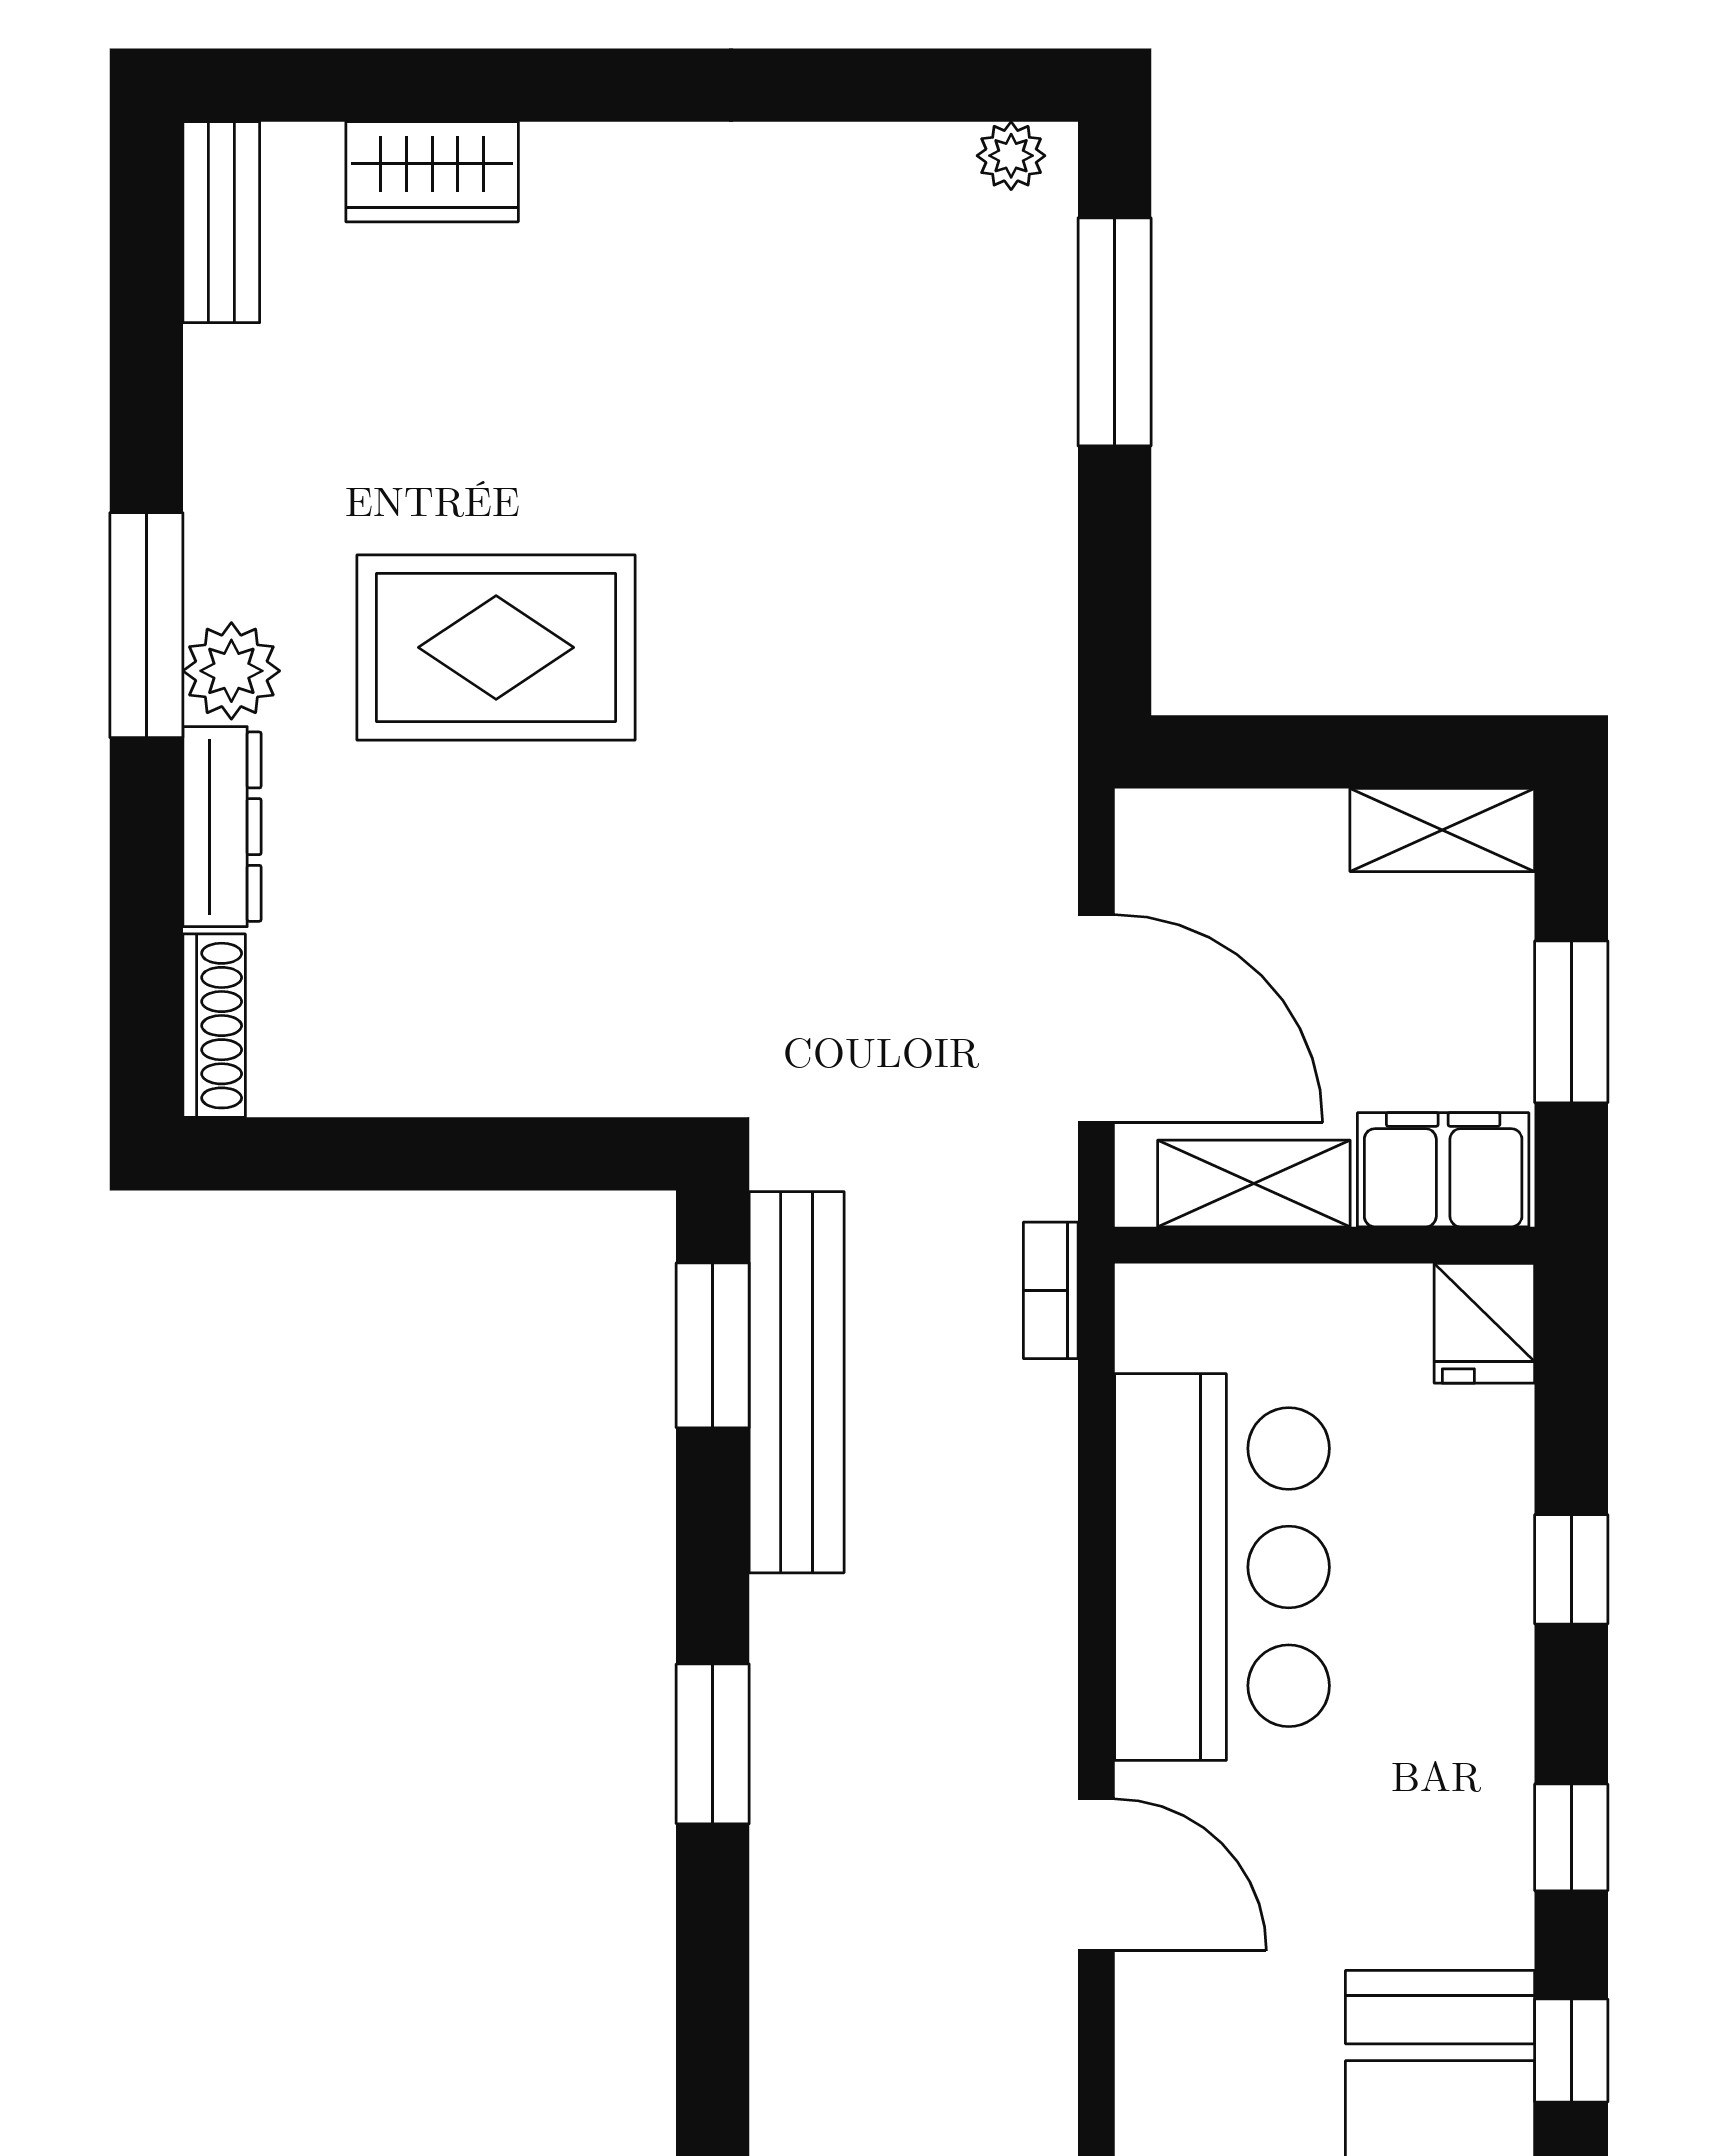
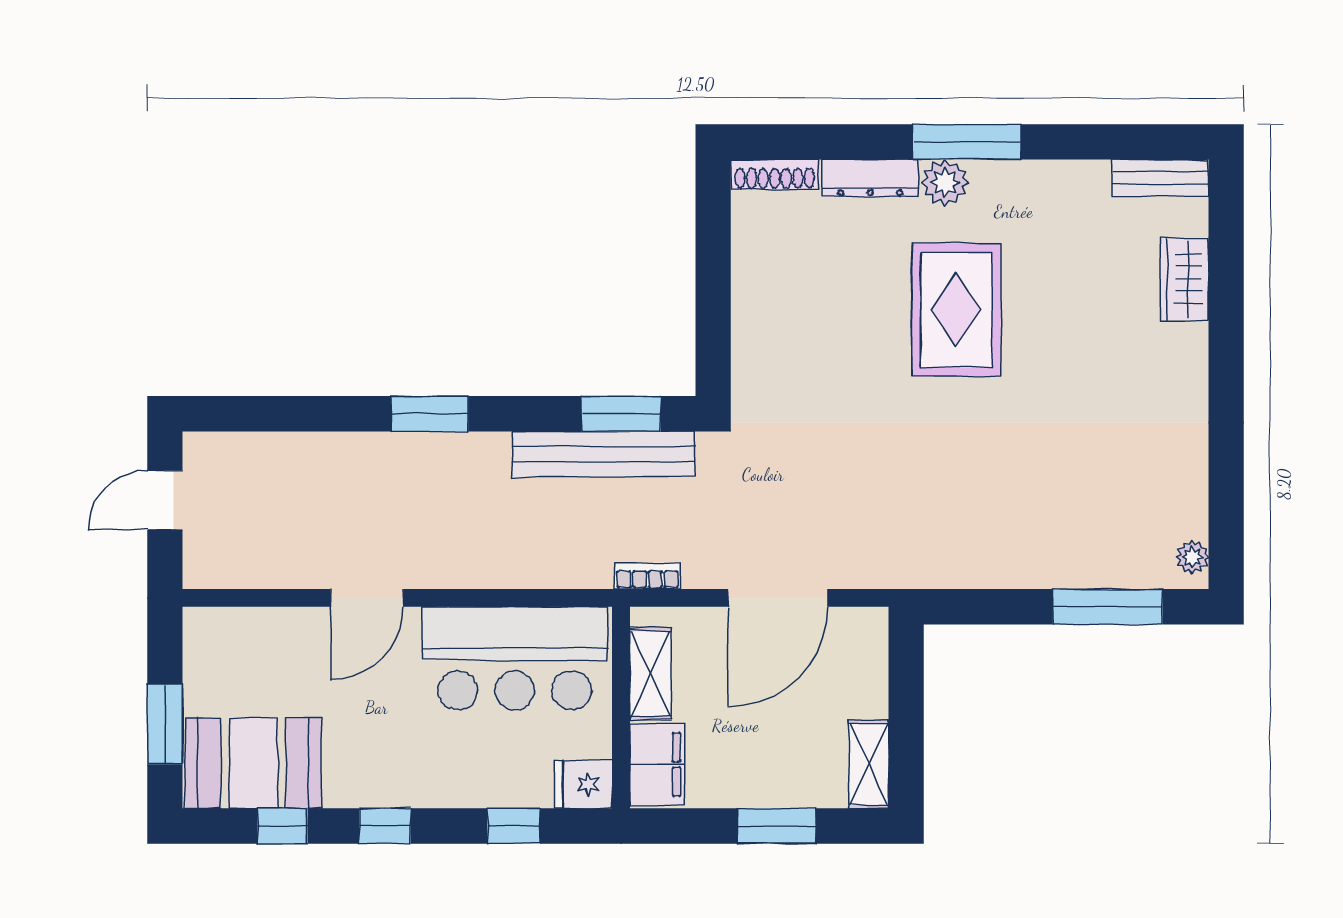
filing cabinet: (1443, 1170) -> (657, 764), moved
shelving: (1254, 1184) -> (651, 674), moved
wall: (1325, 1245) -> (621, 708), moved
fridge: (1484, 1323) -> (583, 784), moved

